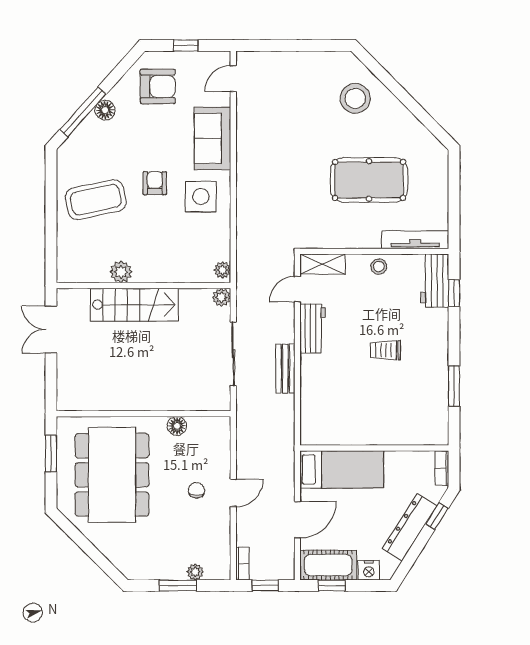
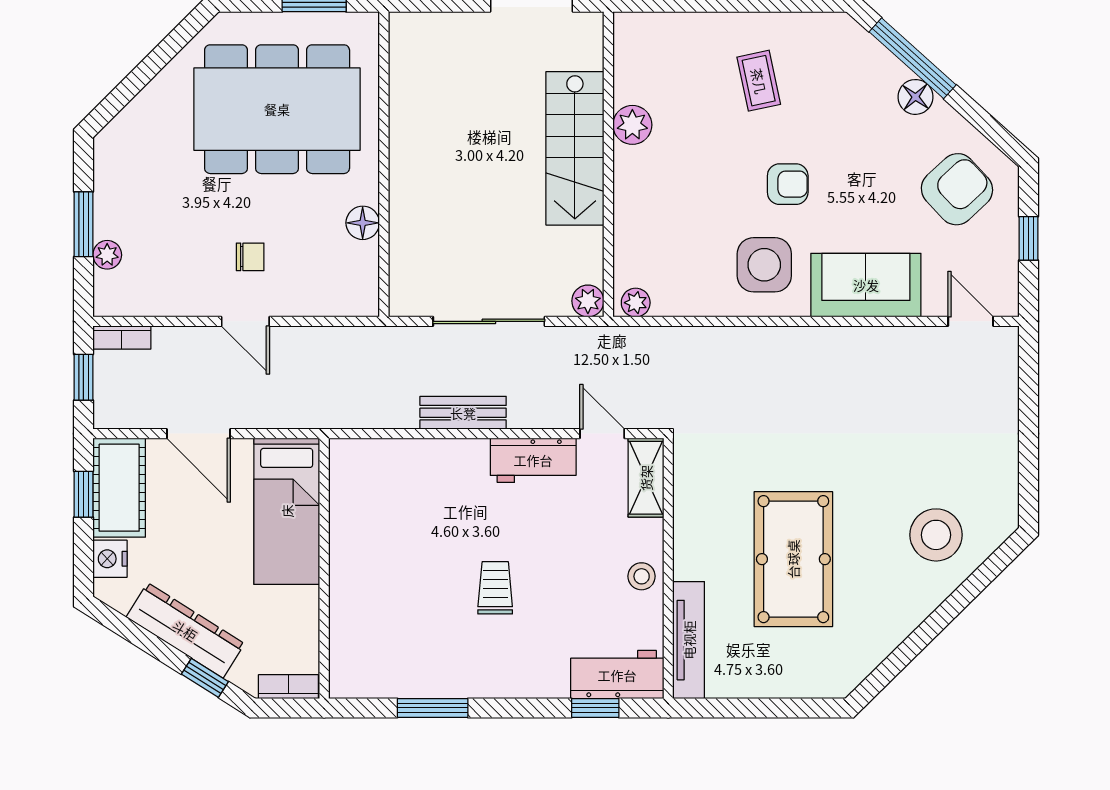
armchair: (158, 86) -> (957, 189), turned -133
coffee table: (96, 200) -> (759, 81), width x0.54, depth x0.58

